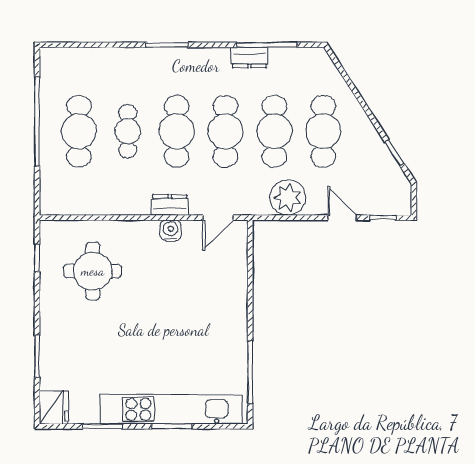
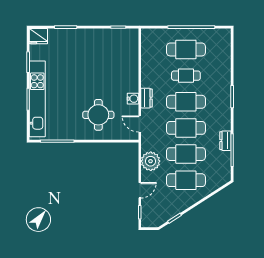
round table: (93, 271) -> (98, 115), moved

